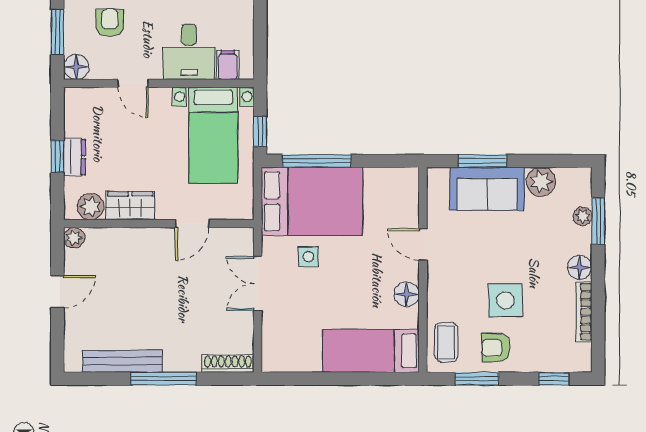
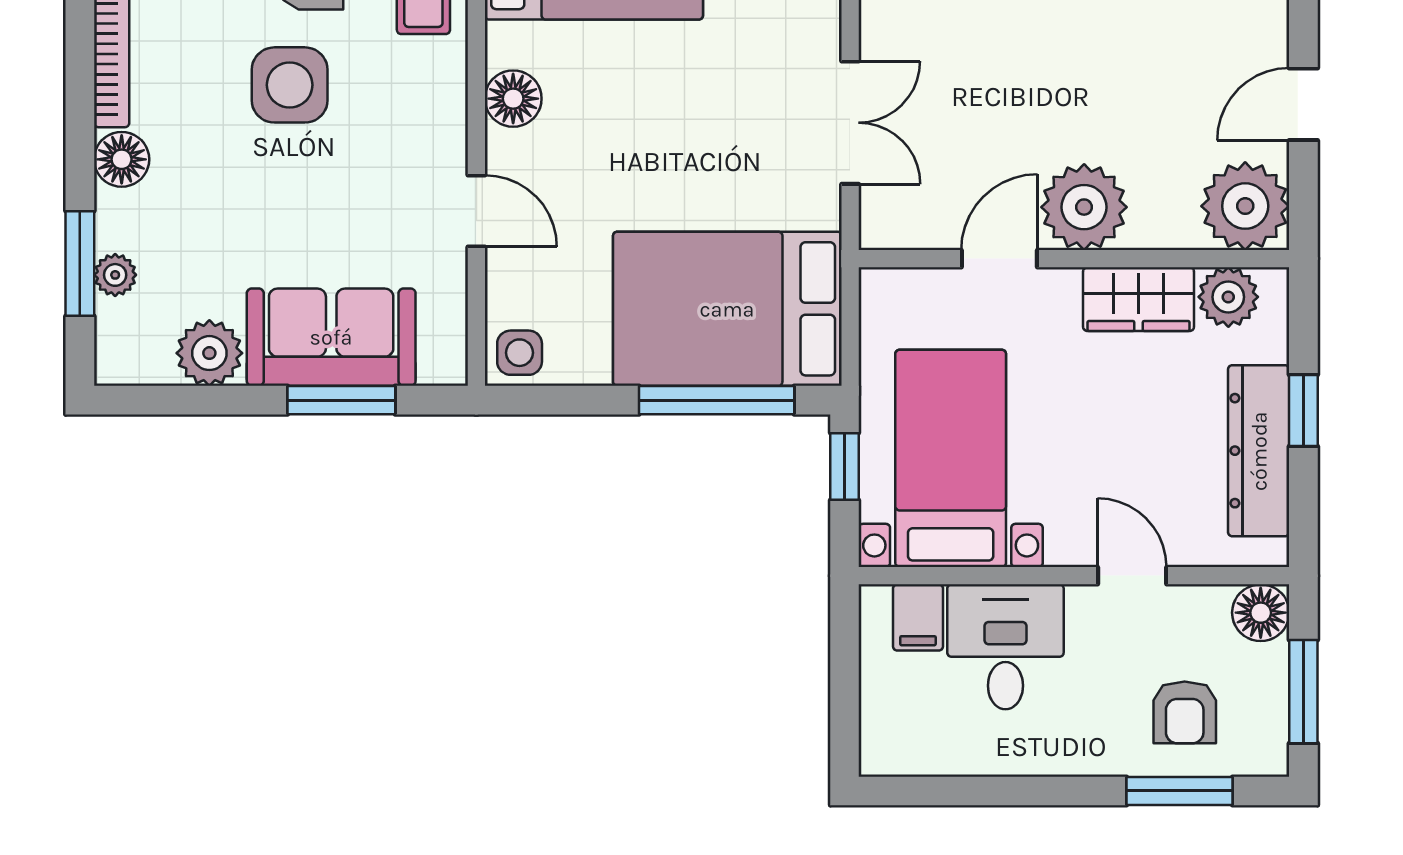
dresser: (75, 157) -> (1259, 451), width x1.96, depth x1.24
plant: (74, 238) -> (1245, 206), width x1.88, depth x1.88
plant: (154, 246) -> (1084, 207), added
side table: (308, 257) -> (520, 353), moved

